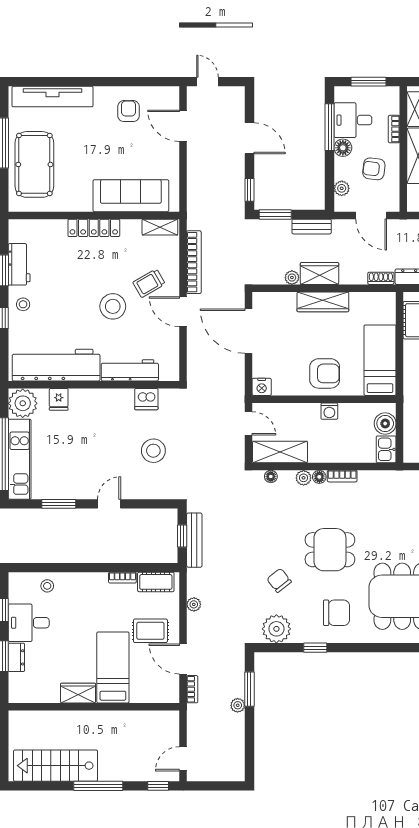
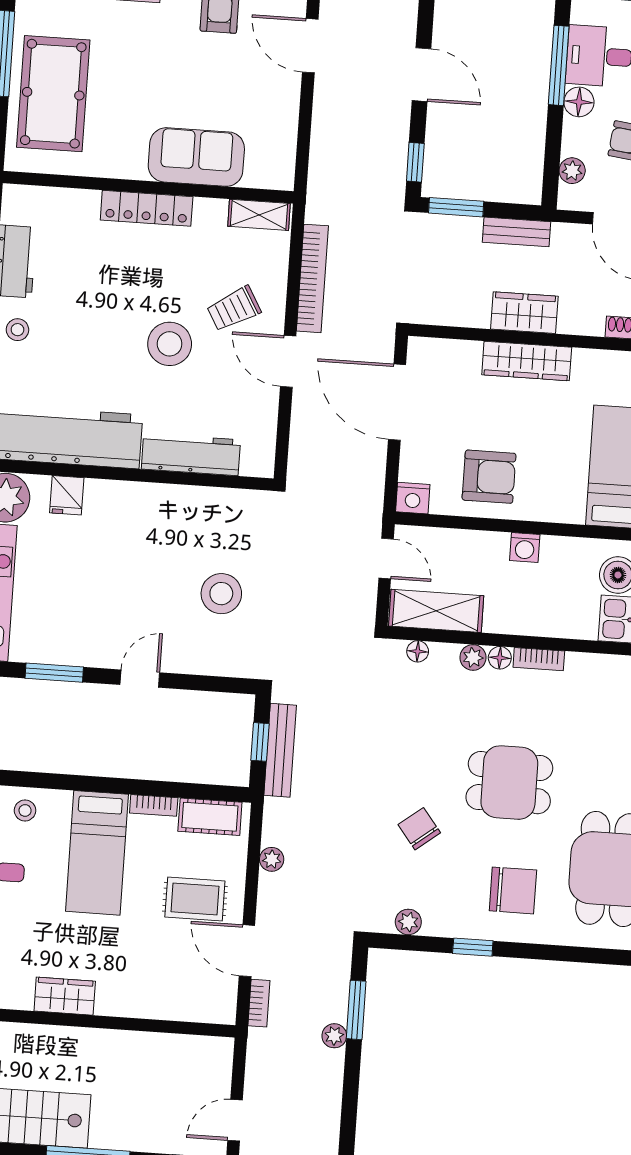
sofa: (131, 196) -> (196, 157), width x0.73
plant: (292, 278) -> (477, 316), removed
armchair: (325, 373) -> (489, 477), moved
dishwasher: (146, 399) -> (215, 505), removed
plant: (276, 629) -> (408, 922), width x0.53, depth x0.53
bed: (113, 667) -> (97, 853), moved, turned 180

